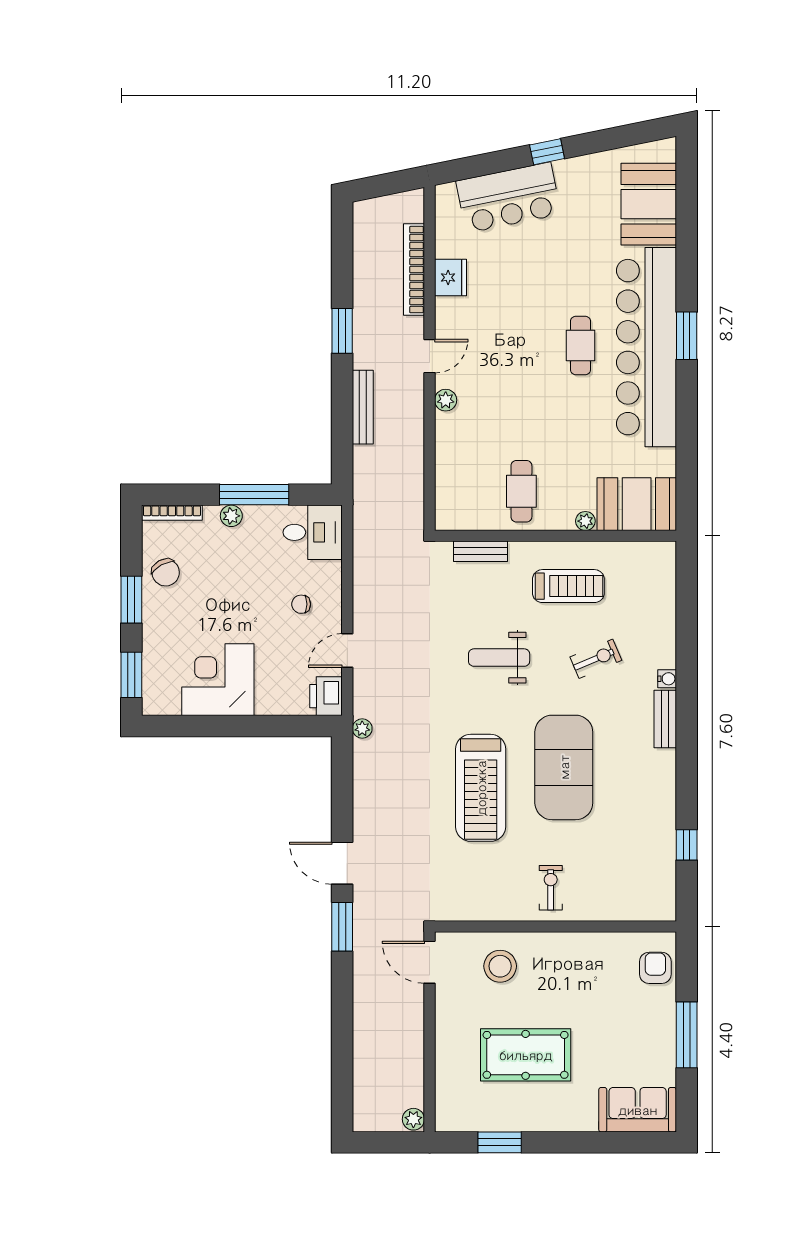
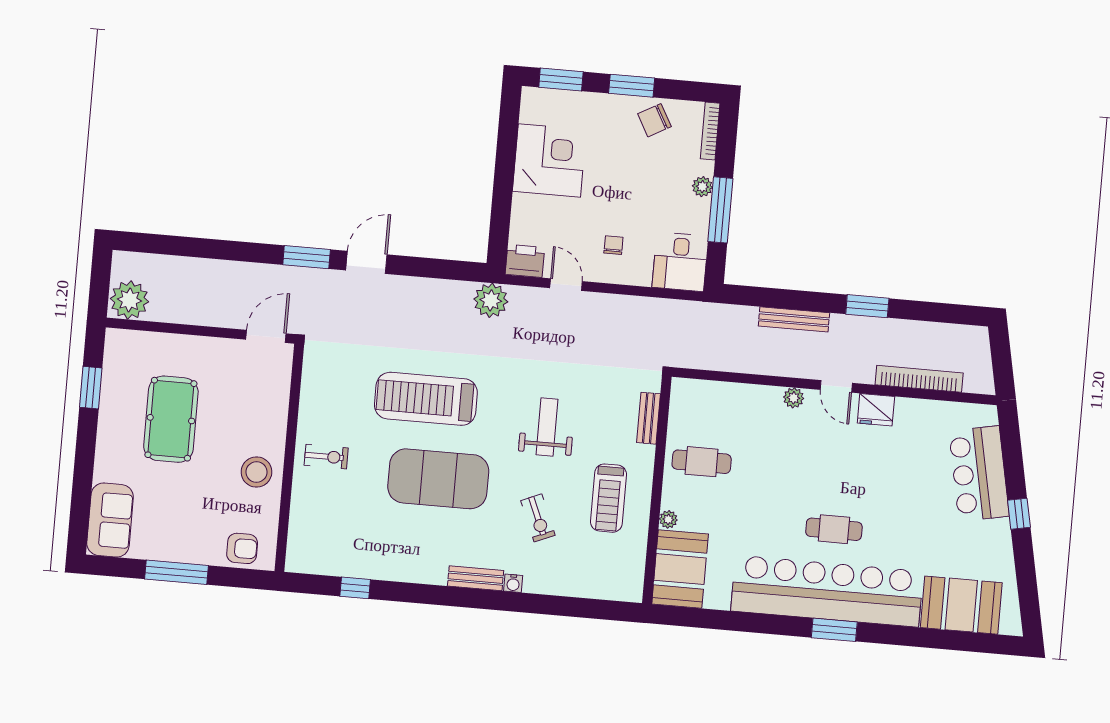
fridge: (451, 277) -> (876, 410), moved
plant: (362, 728) -> (491, 300), width x1.88, depth x1.88
stool: (500, 966) -> (256, 472), moved
plant: (413, 1119) -> (129, 300), width x1.88, depth x1.88

